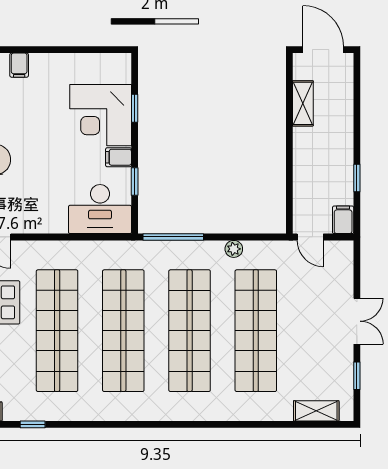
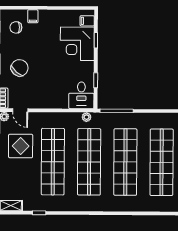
filing cabinet: (119, 157) -> (87, 21), moved
desk: (100, 209) -> (81, 95), width x0.73
plant: (234, 249) -> (86, 117), moved

